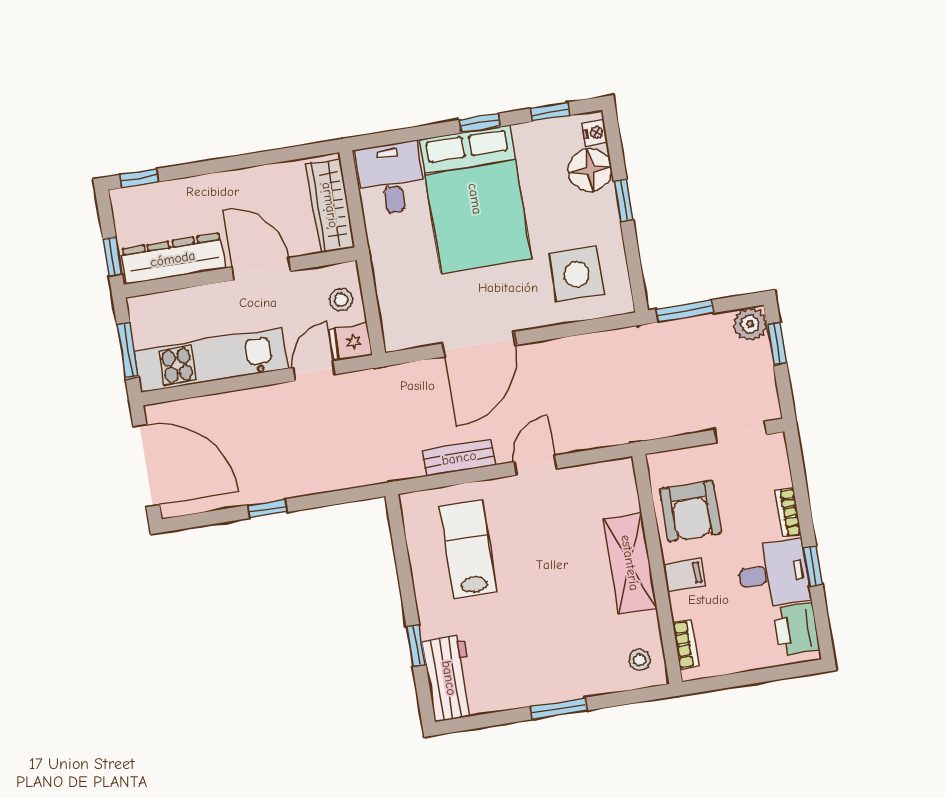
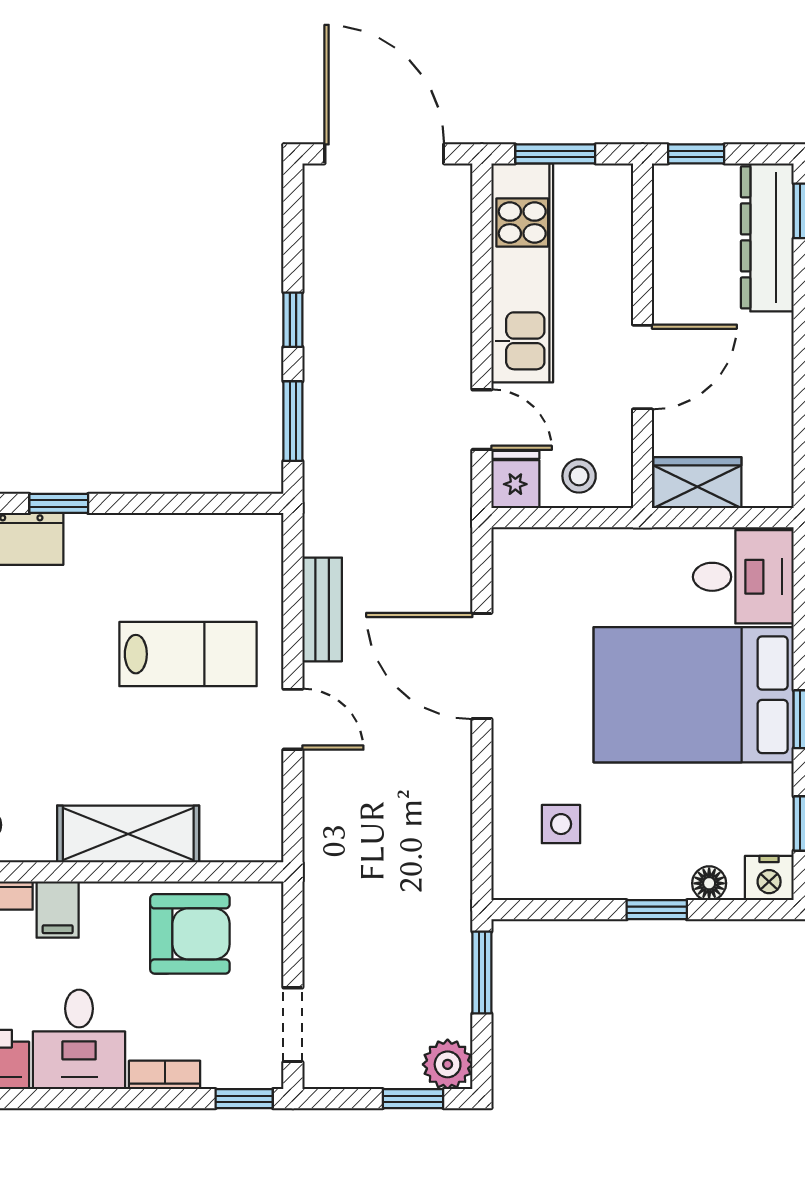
nightstand: (595, 133) -> (769, 878), width x1.39, depth x1.35
floor lamp: (590, 170) -> (709, 883), width x0.53, depth x0.53
wardrobe: (330, 205) -> (697, 483), width x0.67
dresser: (173, 259) -> (767, 237), moved, turned 180
side table: (577, 274) -> (561, 824), width x0.54, depth x0.54
door: (146, 465) -> (384, 154), swing flipped
window: (335, 498) -> (293, 421), added
armchair: (691, 511) -> (190, 934), turned 180
lab bench: (468, 550) -> (188, 654), moved
window: (813, 566) -> (244, 1099), moved
filing cabinet: (684, 575) -> (58, 910), moved

